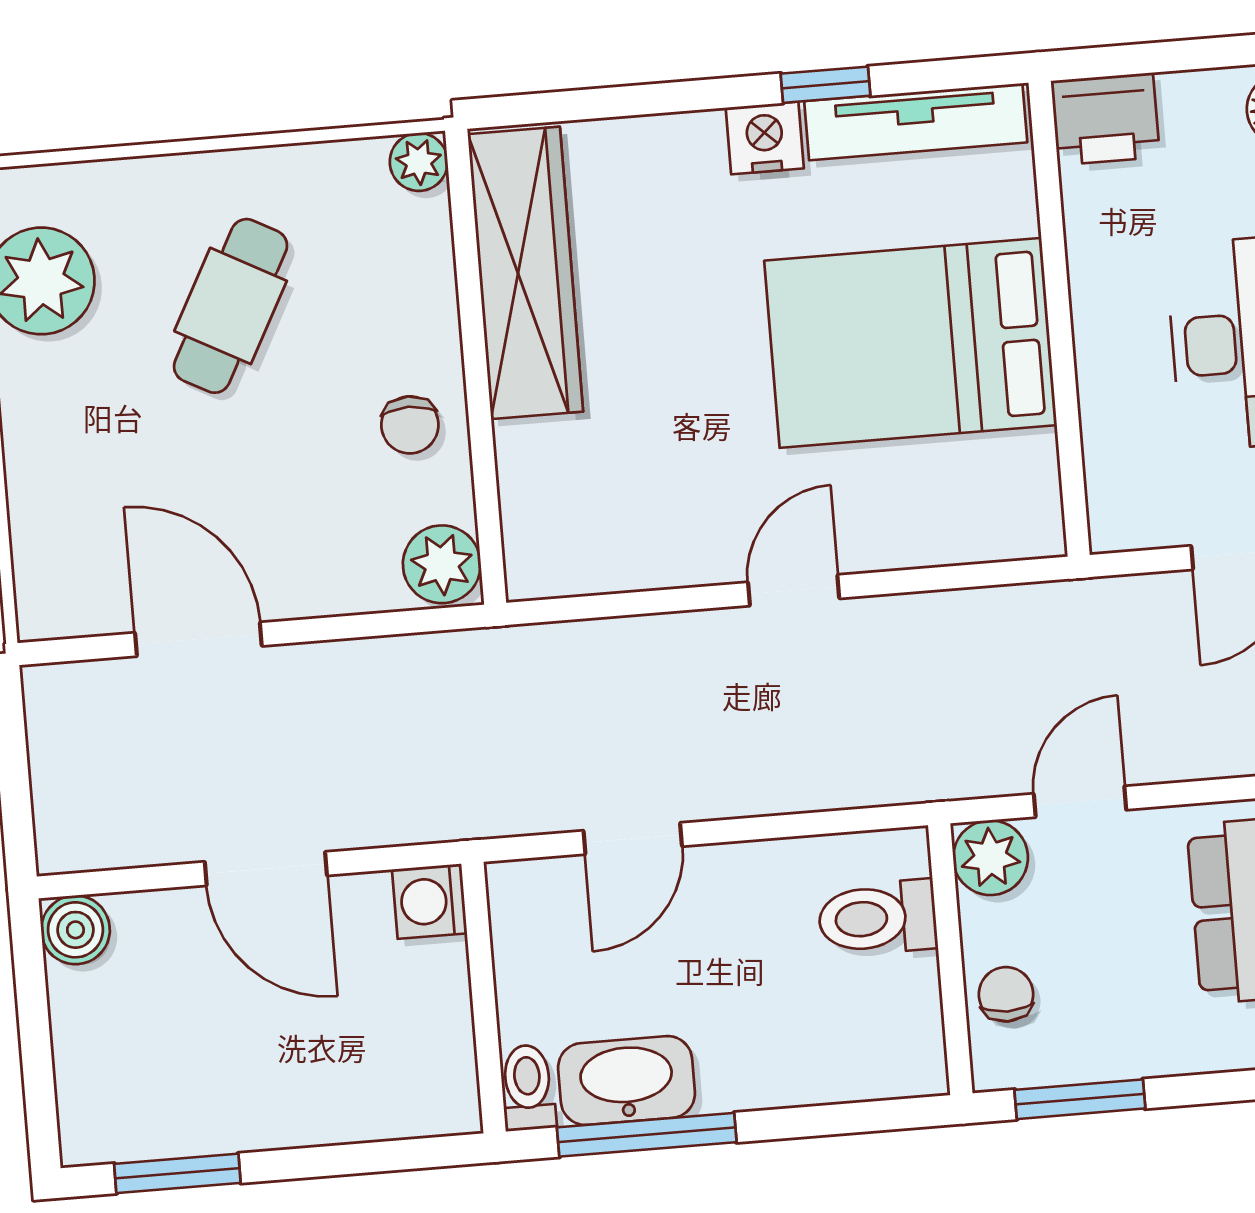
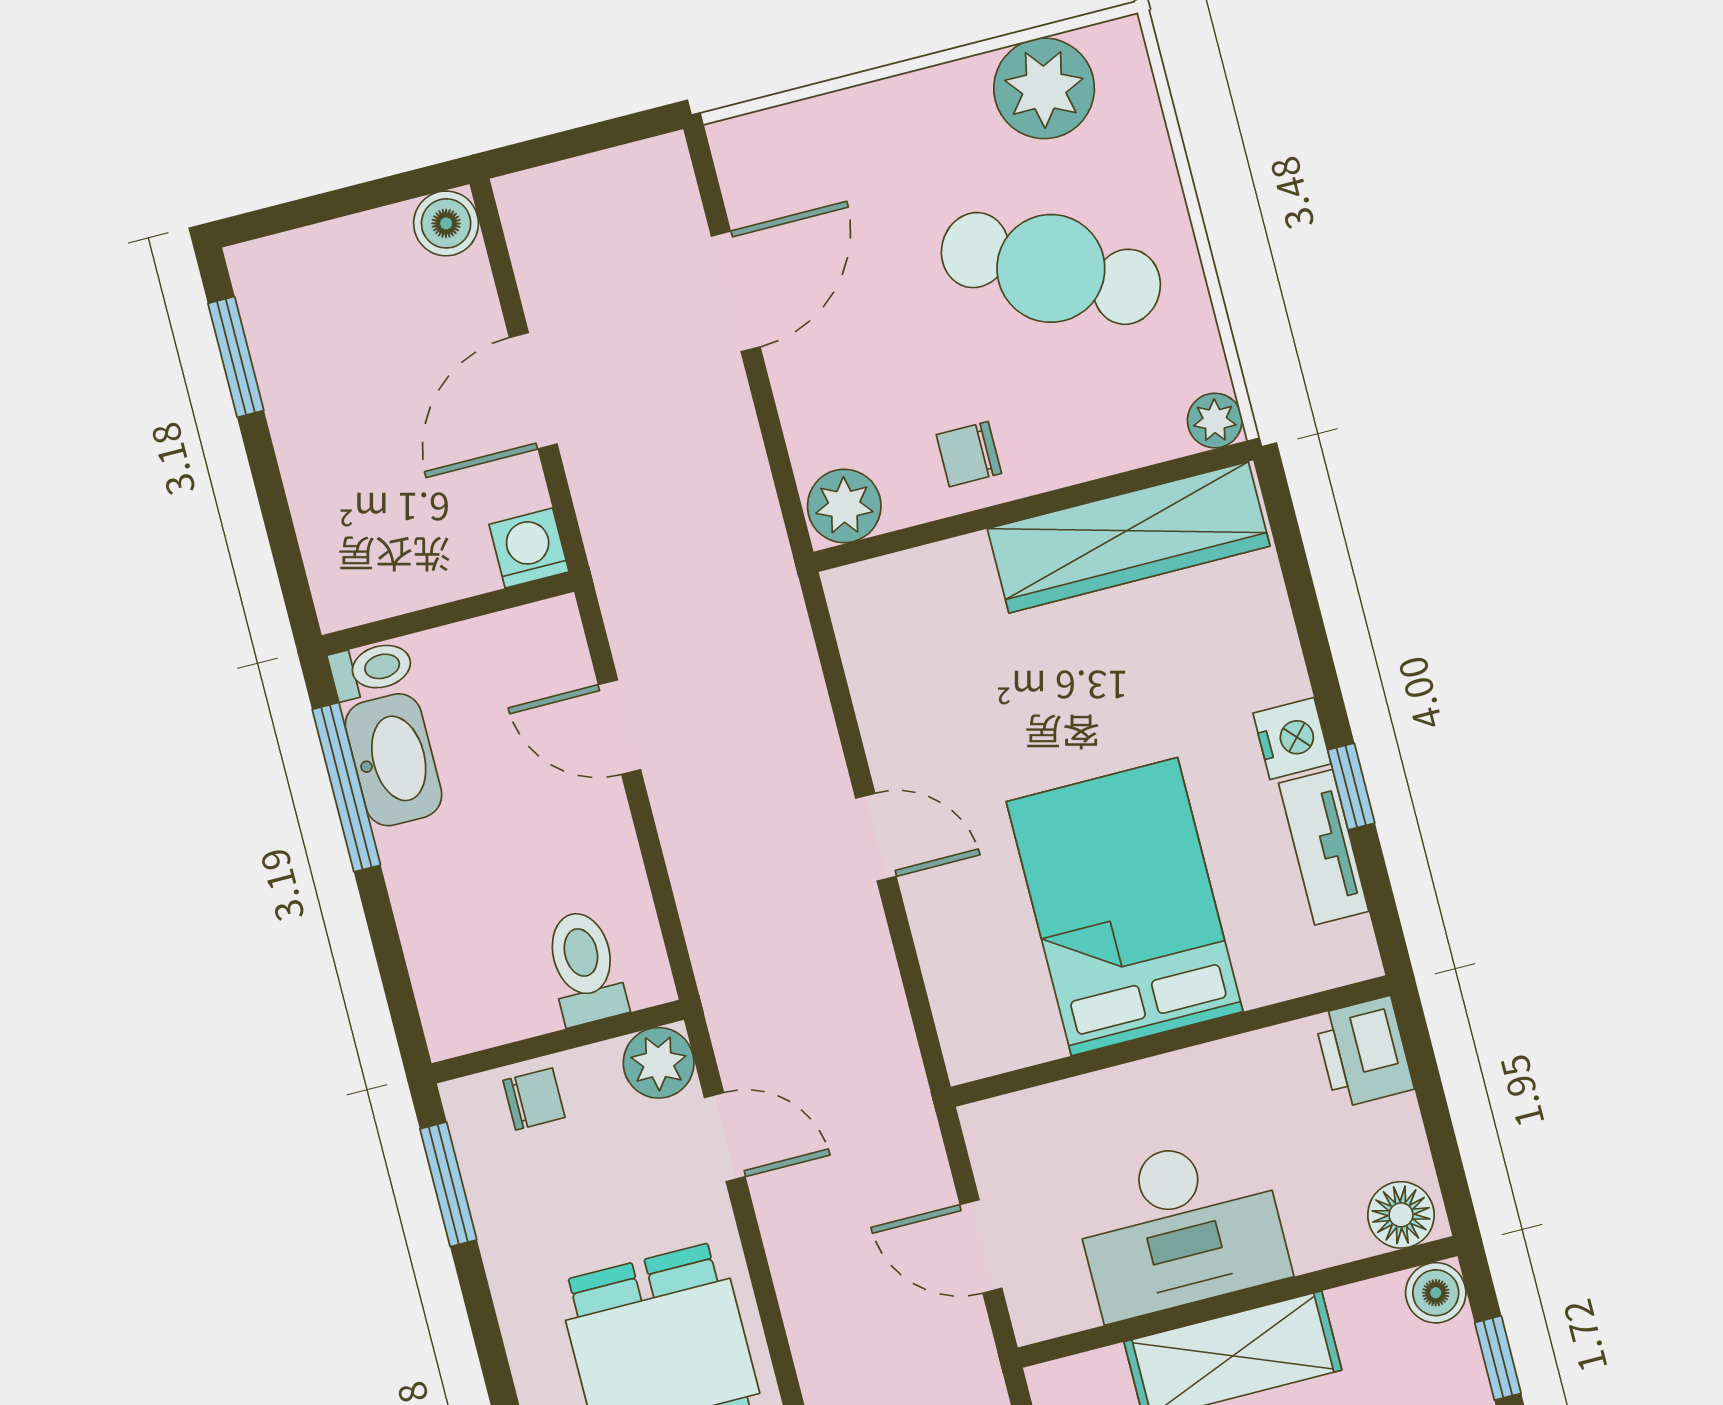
tv unit: (916, 122) -> (1324, 847), width x0.71
cafe table: (231, 306) -> (1051, 268), width x1.37, depth x1.35

